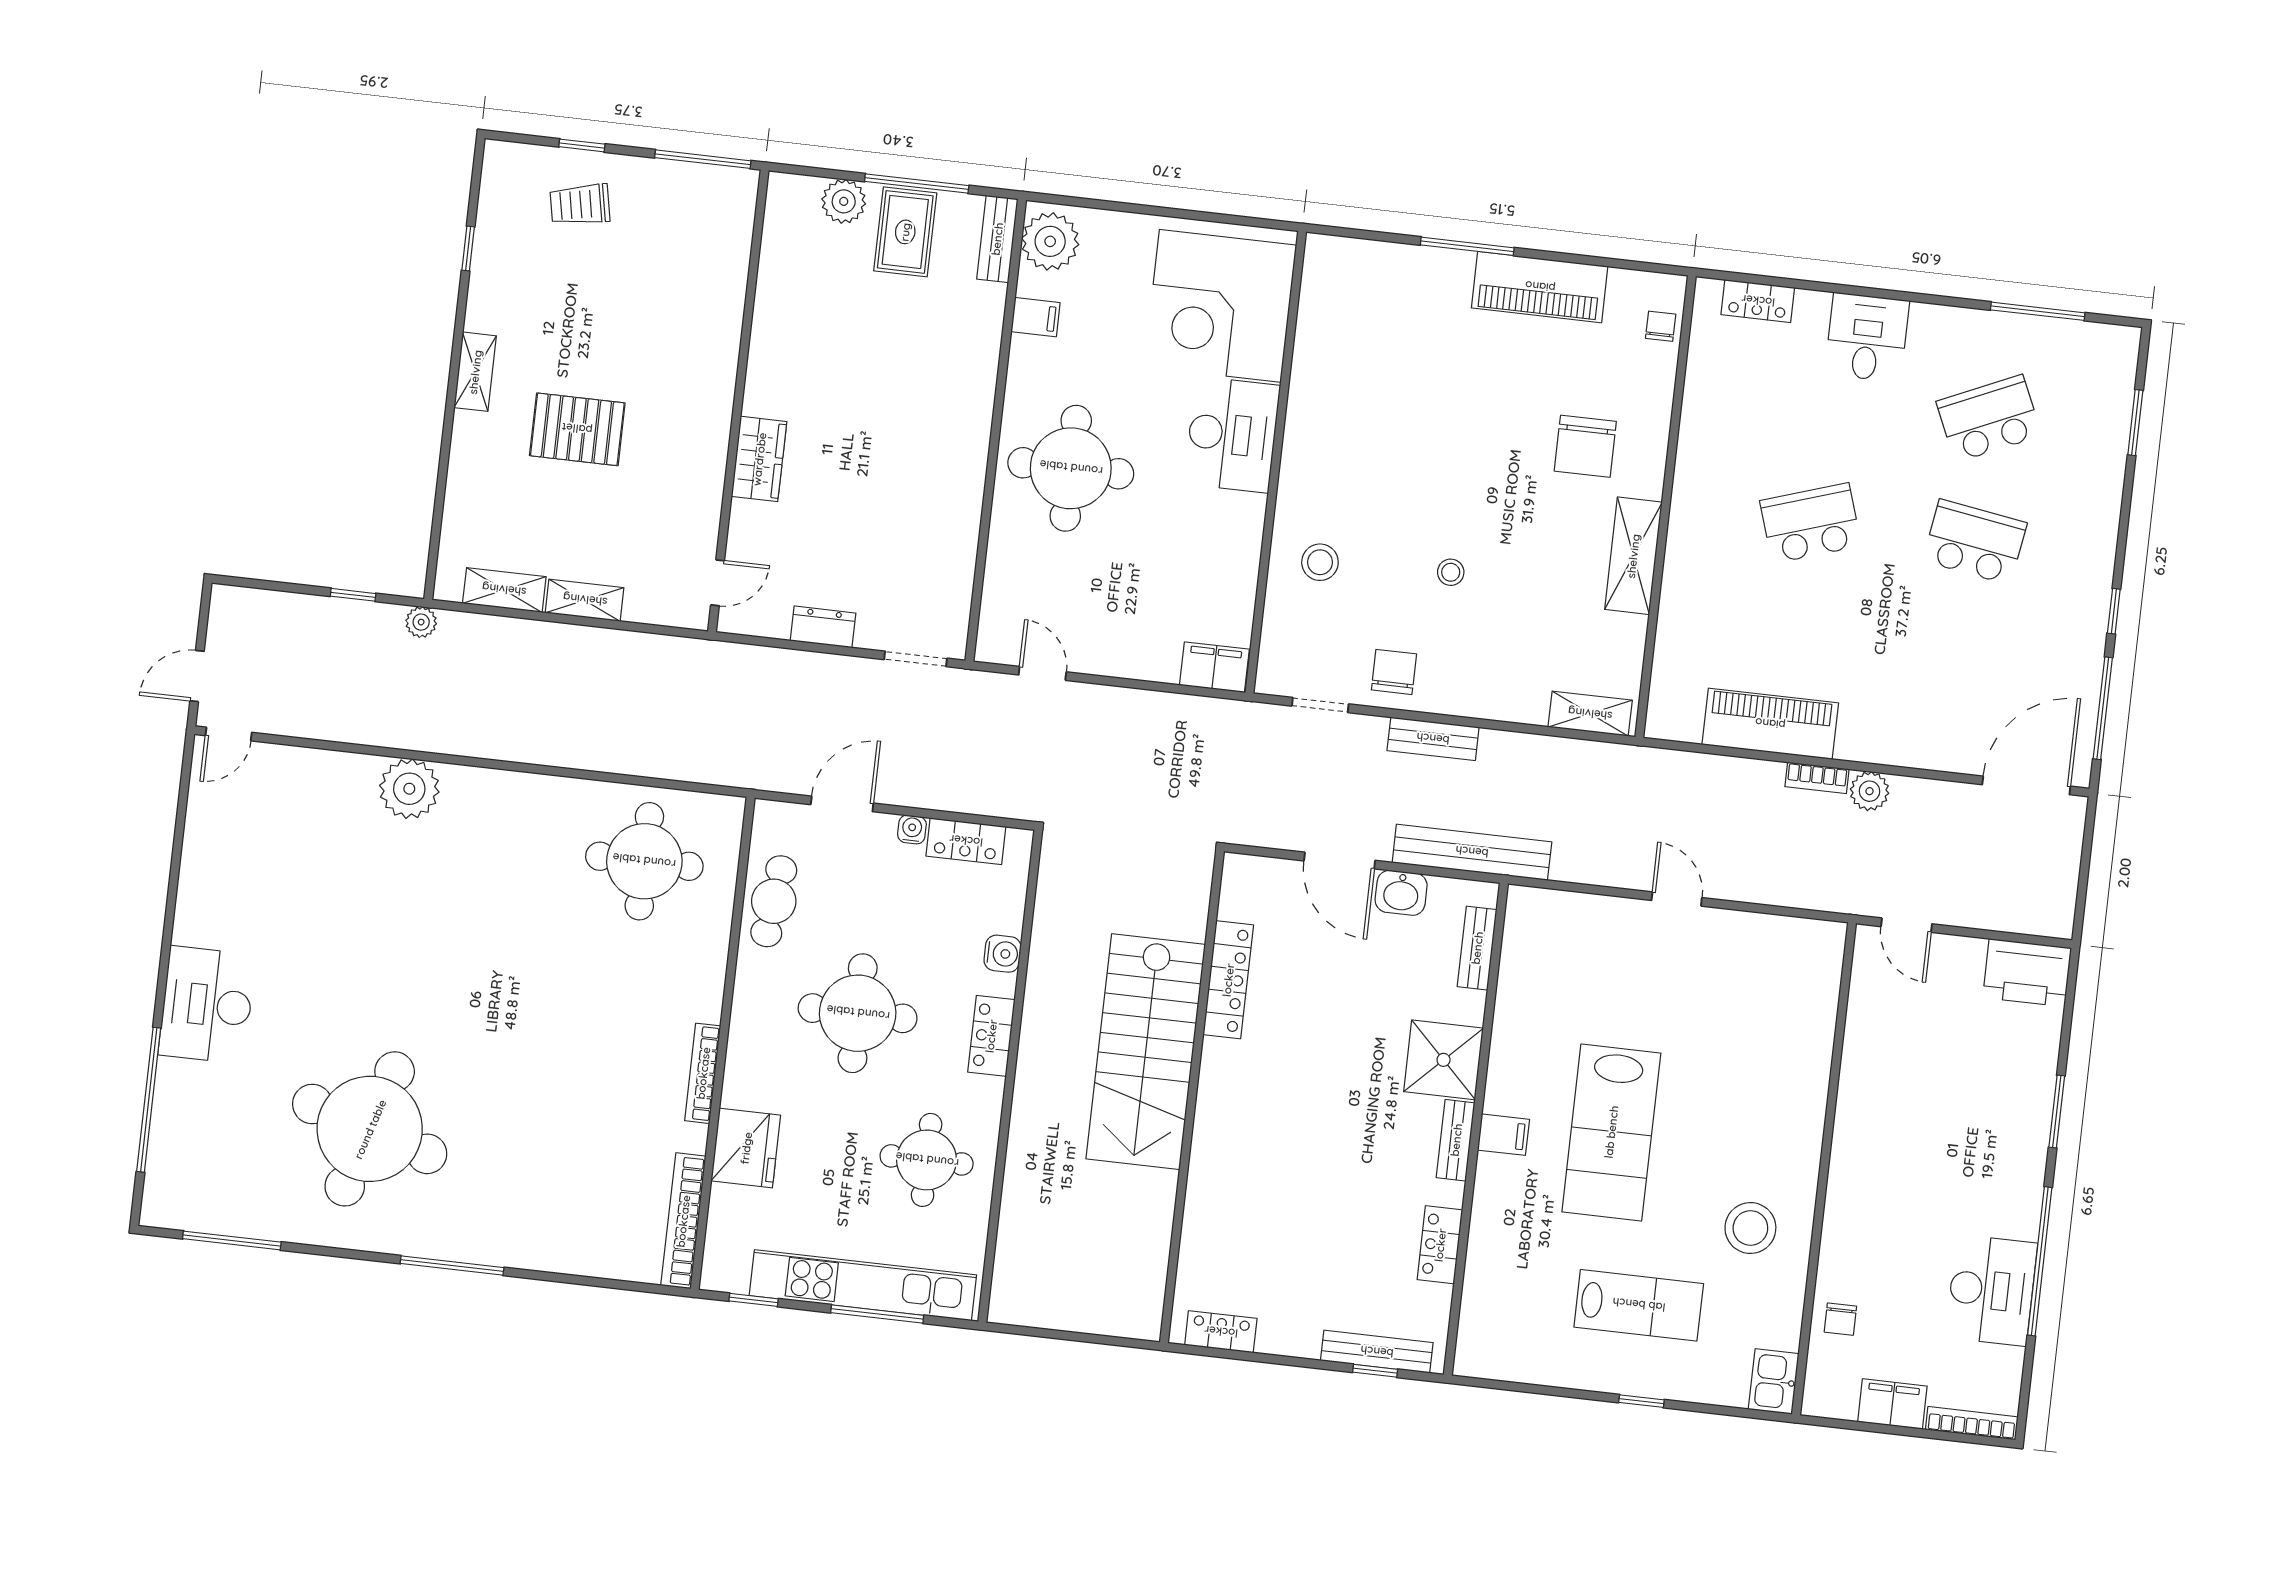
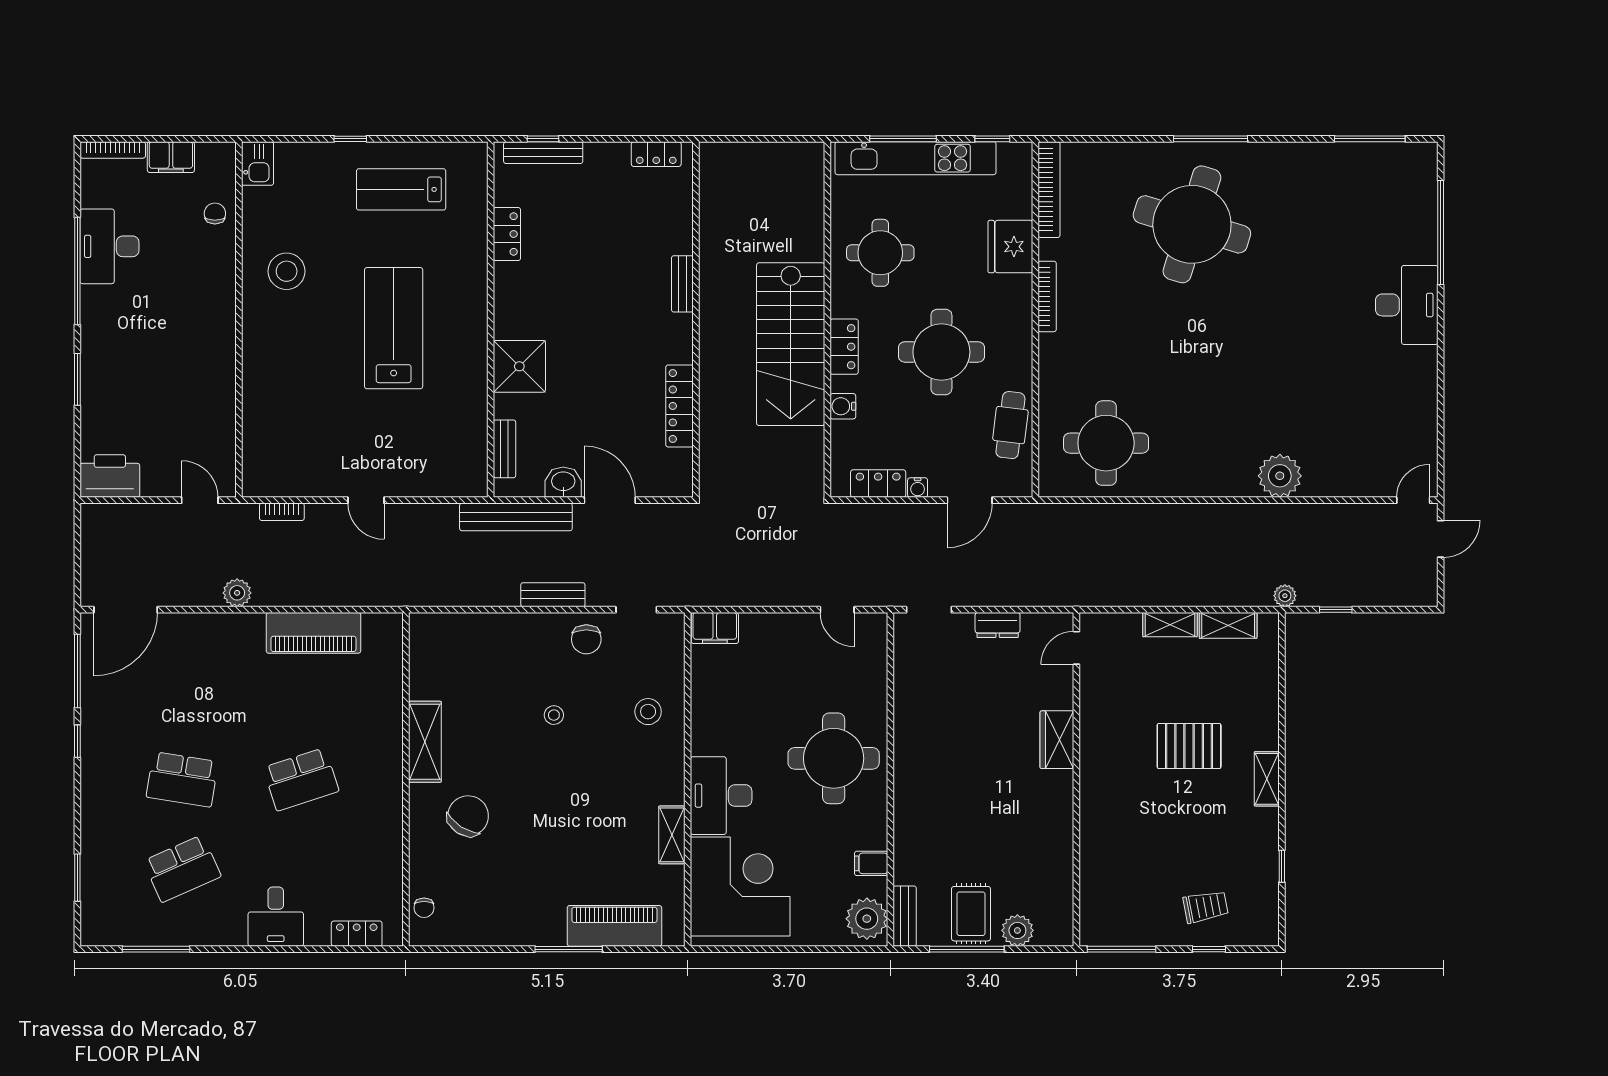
piano: (1540, 287) -> (614, 926), moved
chair: (1585, 446) -> (468, 816), turned 33
shelving: (1590, 714) -> (672, 835), moved, turned 90
bookcase: (1817, 778) -> (282, 512), moved, turned 180
stairs: (1146, 1052) -> (791, 344), moved, turned 180
round table: (370, 1129) -> (1192, 224), moved
filing cabinet: (1503, 1135) -> (470, 318), removed
bench: (1456, 1140) -> (682, 284), moved
lab bench: (1639, 1305) -> (401, 189), moved

